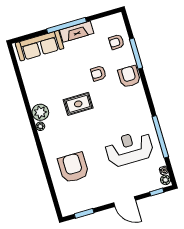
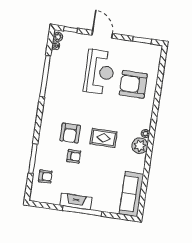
sofa: (40, 46) -> (131, 194), moved, turned -90
armchair: (129, 77) -> (70, 133), moved
reception desk: (129, 149) -> (99, 72), moved, turned -90
armchair: (73, 168) -> (133, 84), turned 90

